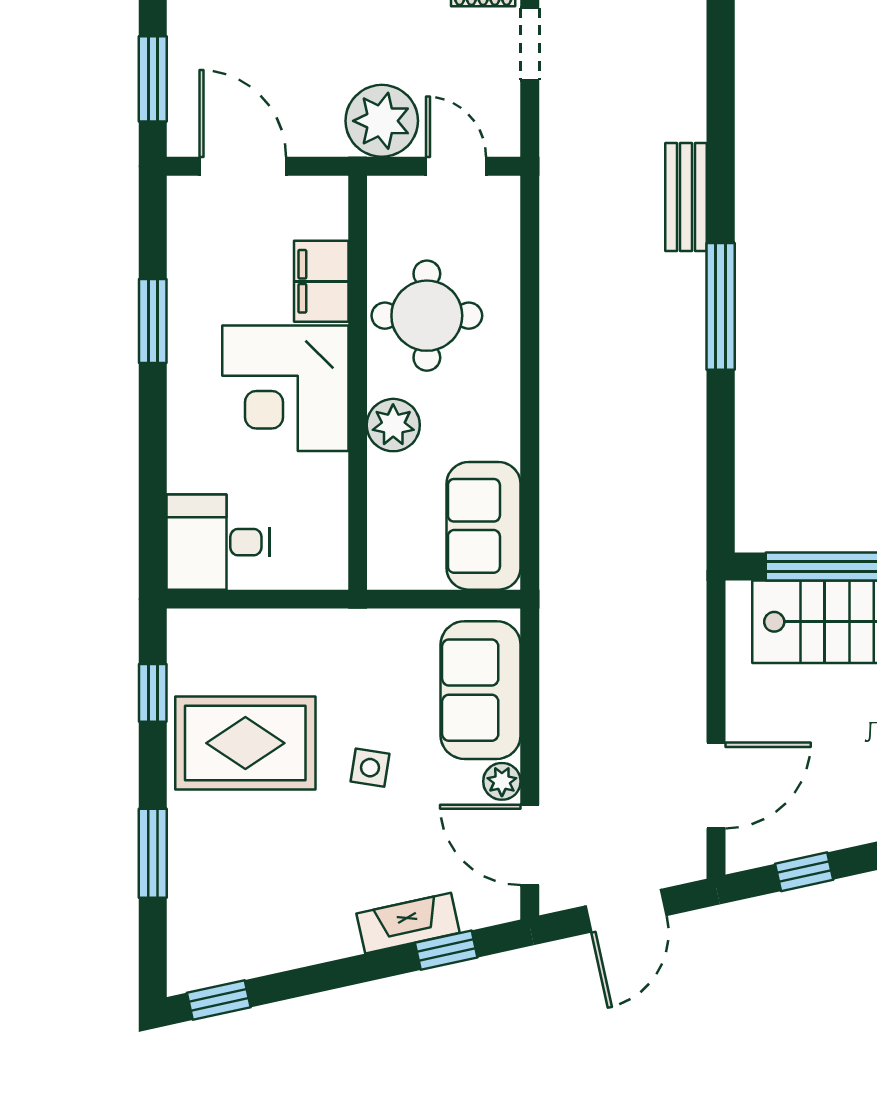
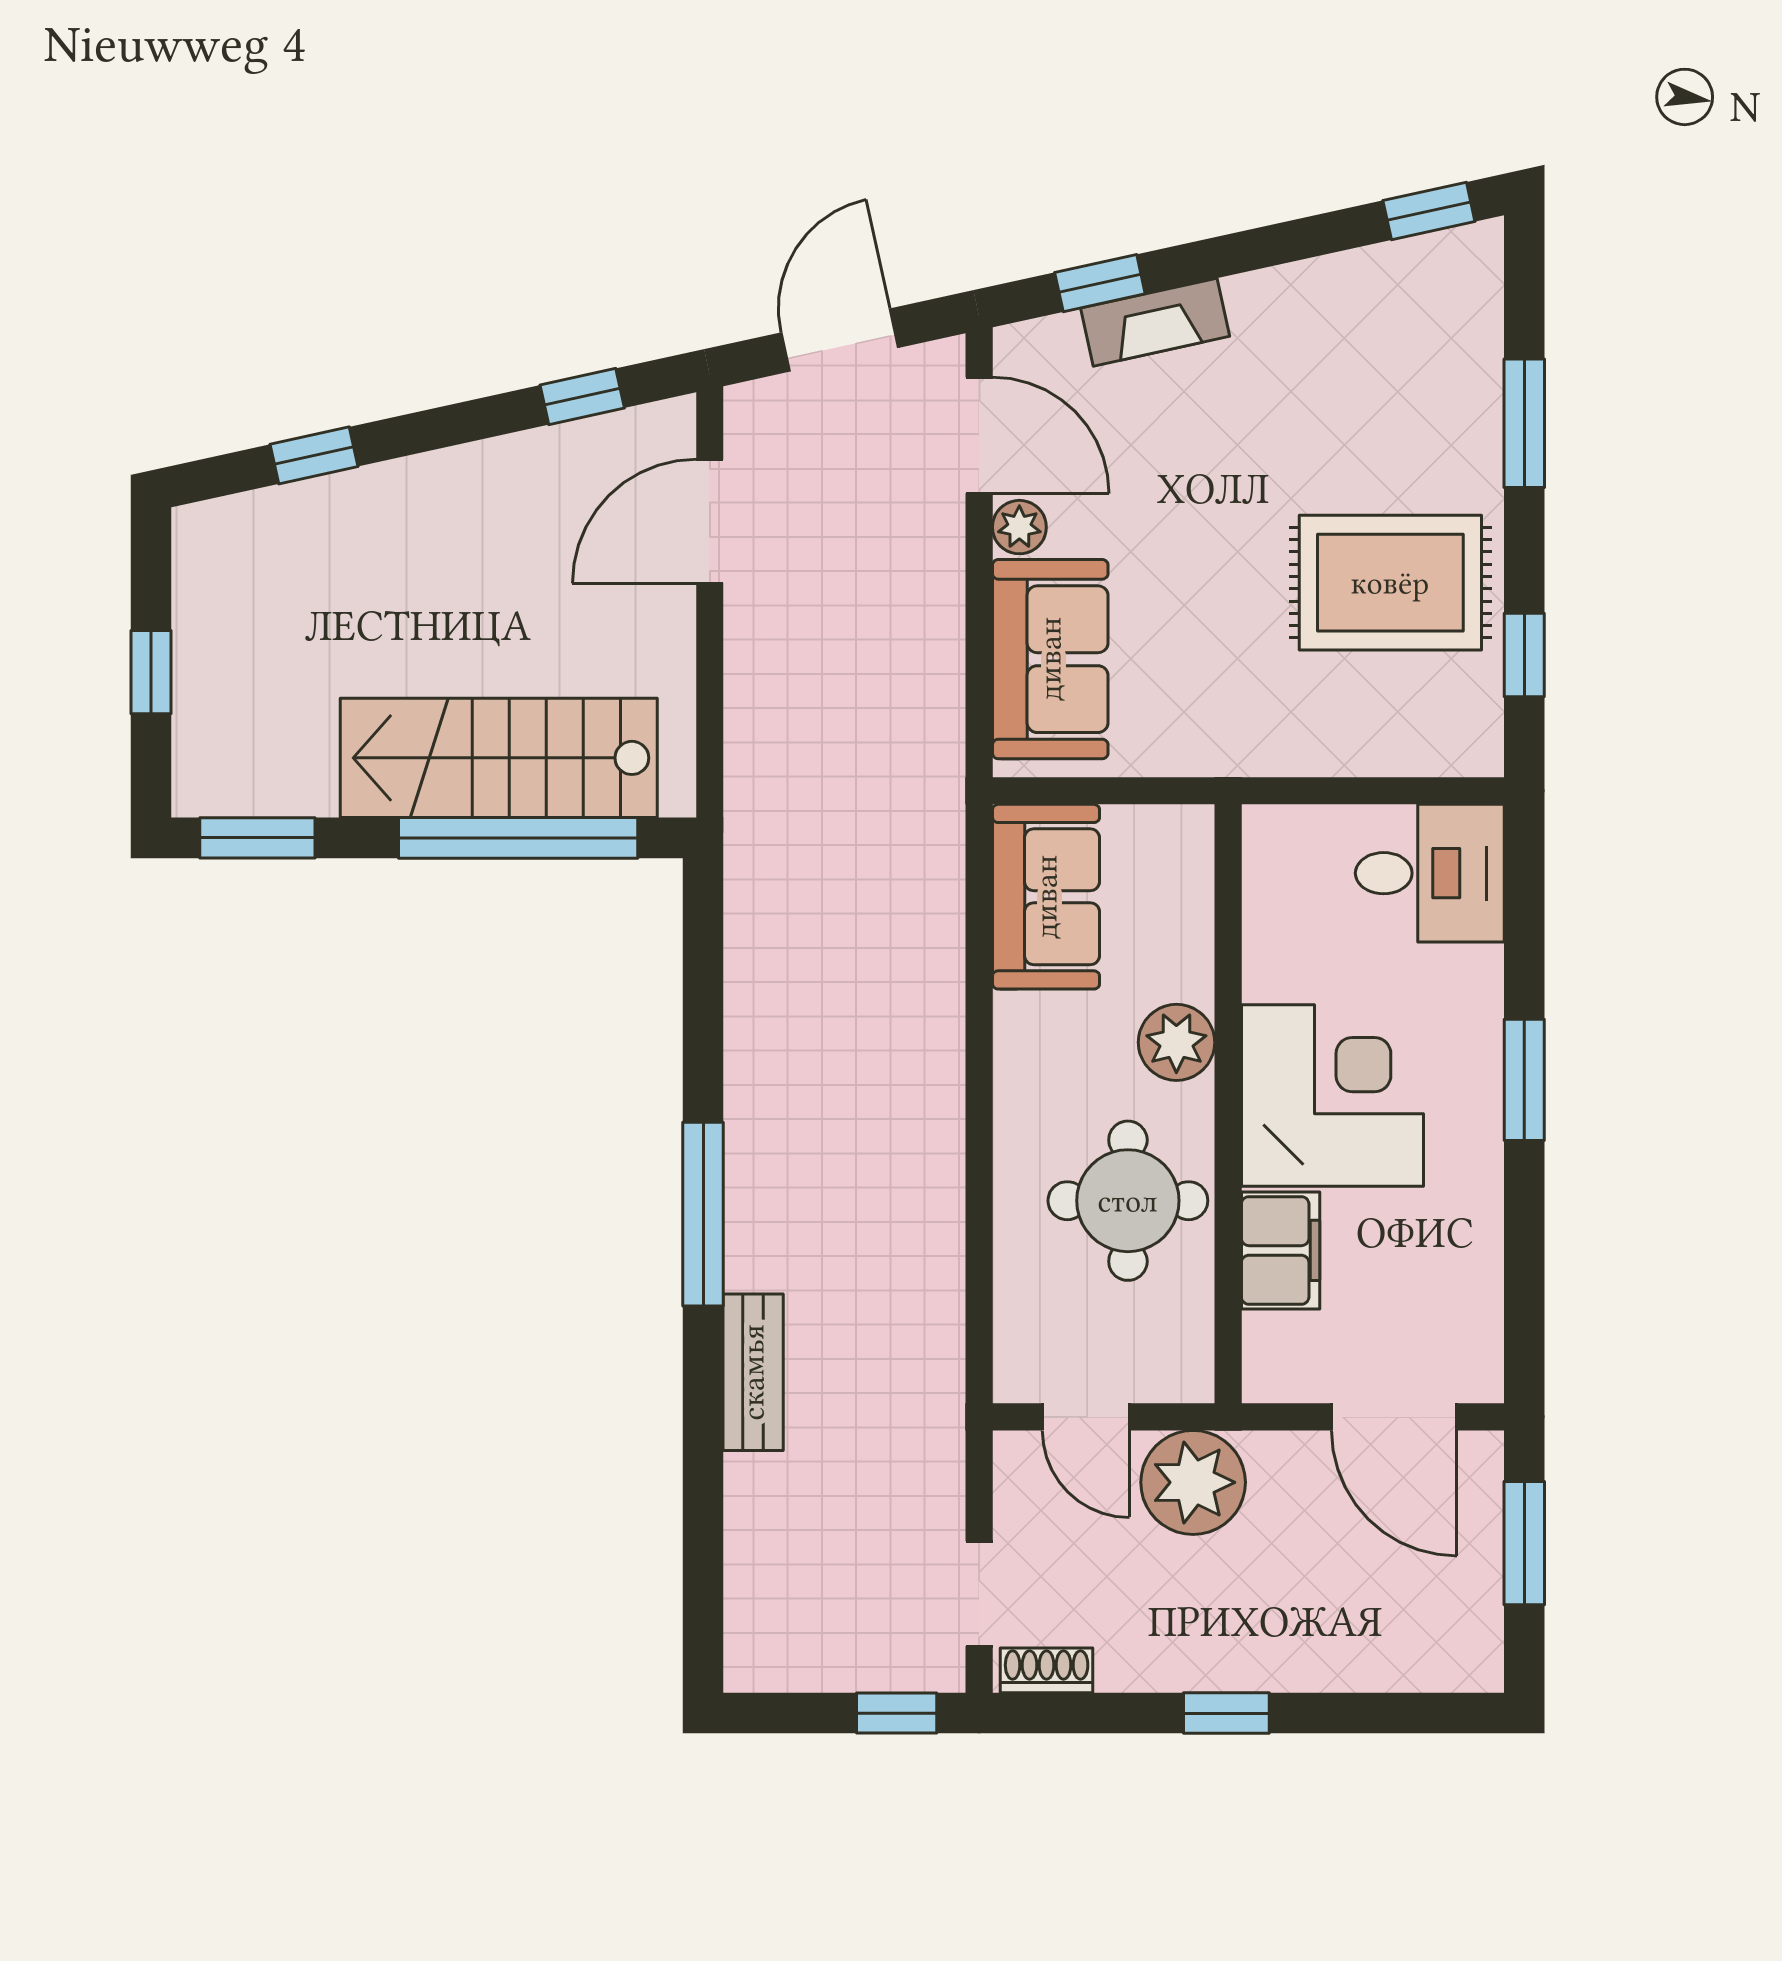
window: (153, 321) -> (1524, 1080), moved
side table: (370, 768) -> (1210, 547), removed

